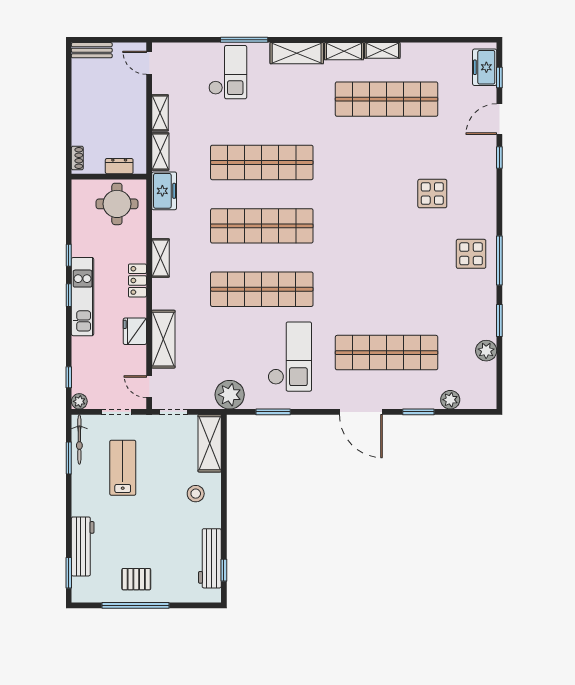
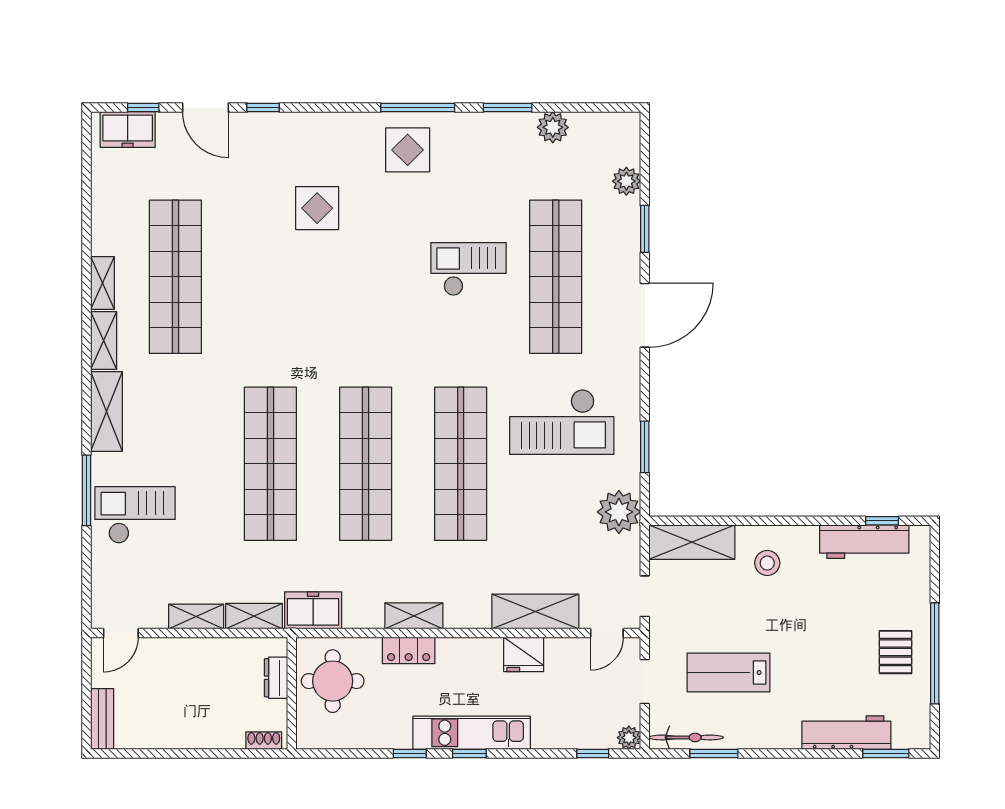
locker: (137, 280) -> (409, 650), moved
checkout: (392, 294) -> (469, 269), added
checkout: (290, 357) -> (562, 422), turned 180

